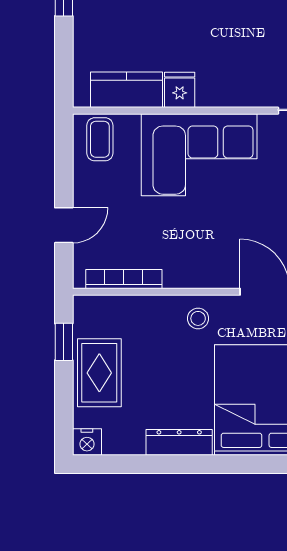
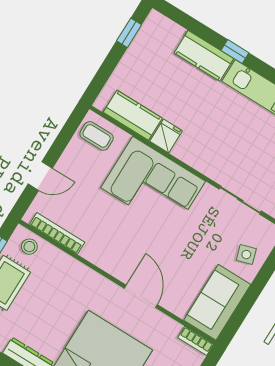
coffee table: (100, 139) -> (97, 136), turned 90
stool: (198, 318) -> (29, 247), moved

